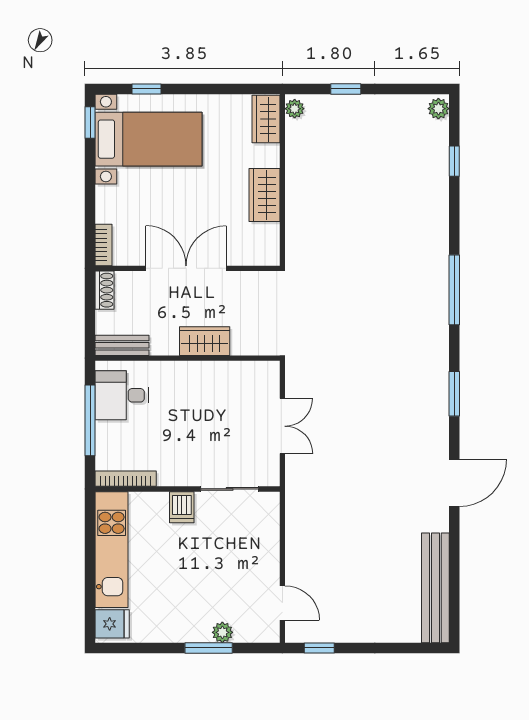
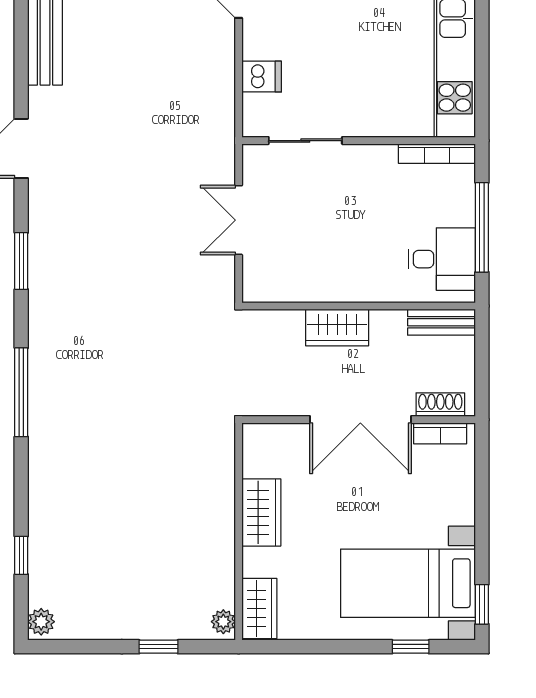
bookcase: (104, 245) -> (440, 433), moved, turned -90
shoe rack: (105, 290) -> (440, 405), moved, turned 90
dishwasher: (182, 507) -> (262, 77), moved, turned 90

